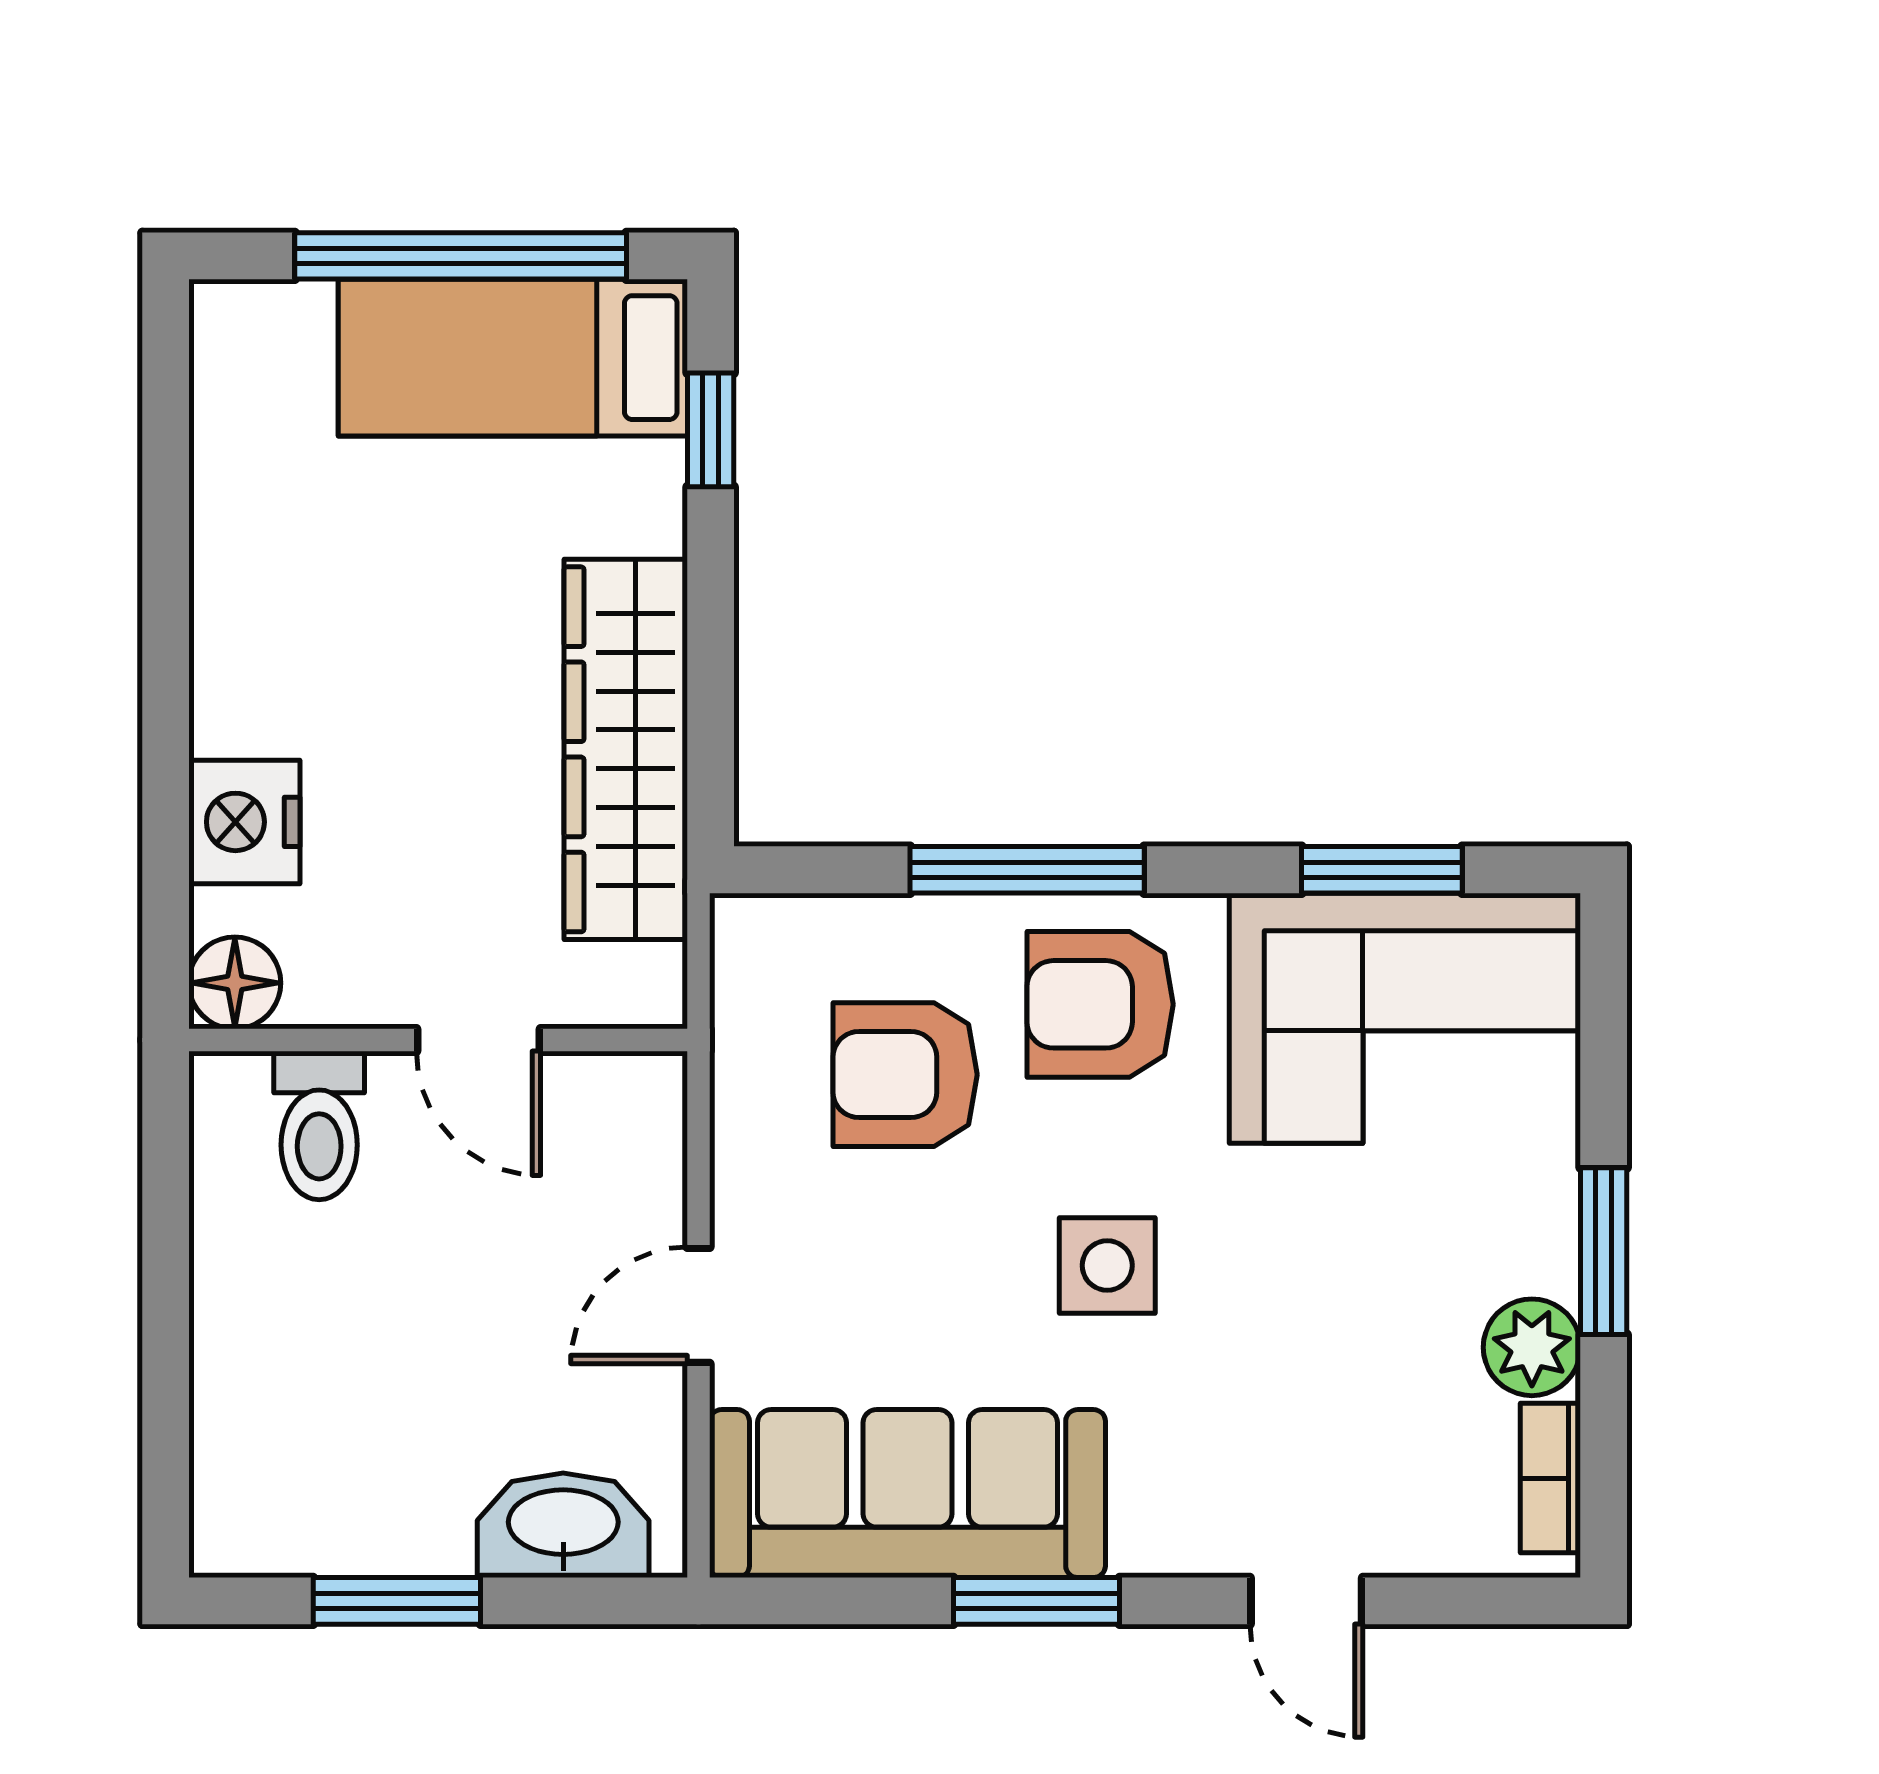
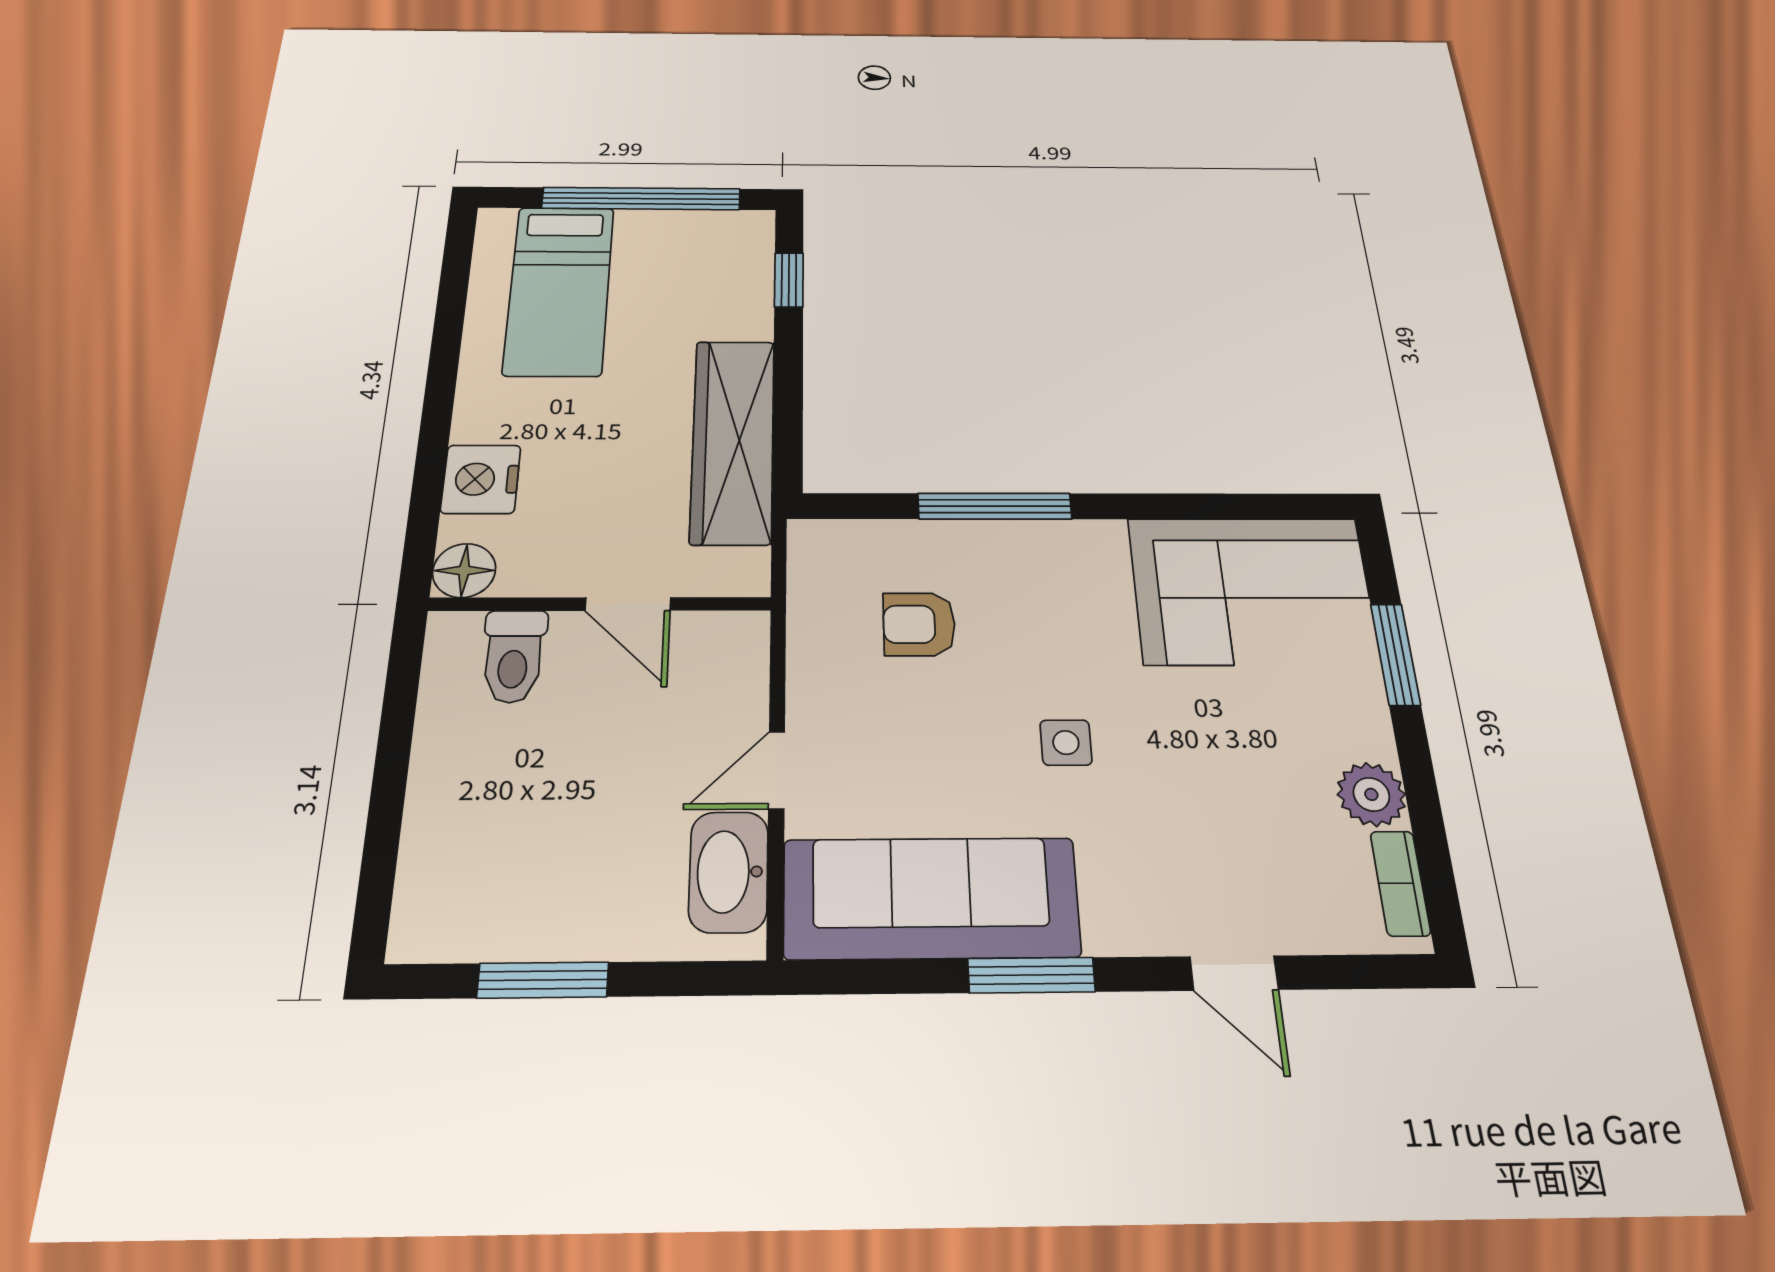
bed: (513, 358) -> (559, 290), moved, turned -90
window: (1382, 870) -> (1225, 506), removed
armchair: (1100, 1004) -> (1048, 583), removed
armchair: (905, 1075) -> (919, 624), width x0.72, depth x0.72
window: (1604, 1251) -> (1395, 654), moved
side table: (1107, 1265) -> (1066, 743), width x0.73, depth x0.73
washbasin: (563, 1525) -> (729, 872), moved, turned -90

